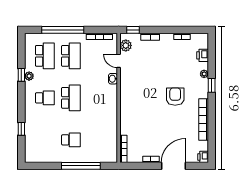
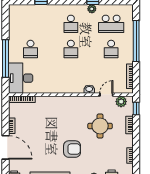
school desk: (71, 56) -> (111, 49), width x0.54
round table: (151, 67) -> (100, 126), added
school desk: (71, 98) -> (71, 49), width x0.54
desk: (101, 150) -> (21, 78), added

